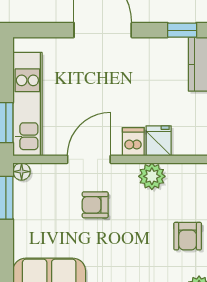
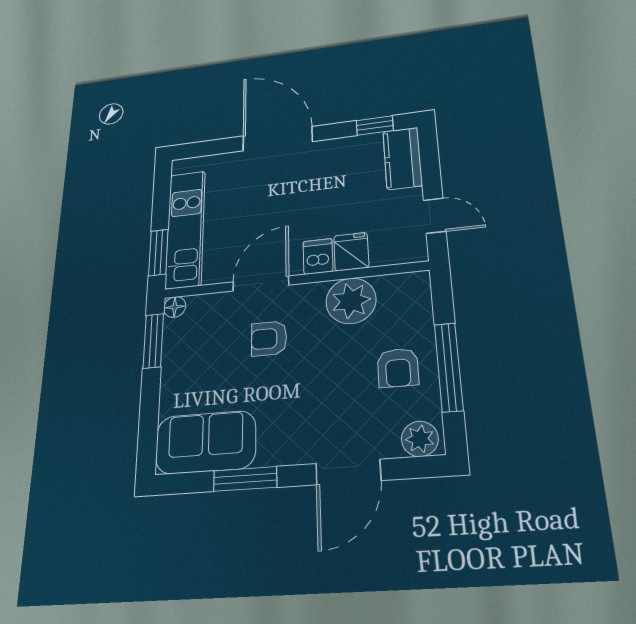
plant: (152, 176) -> (351, 301), width x1.36, depth x1.36

